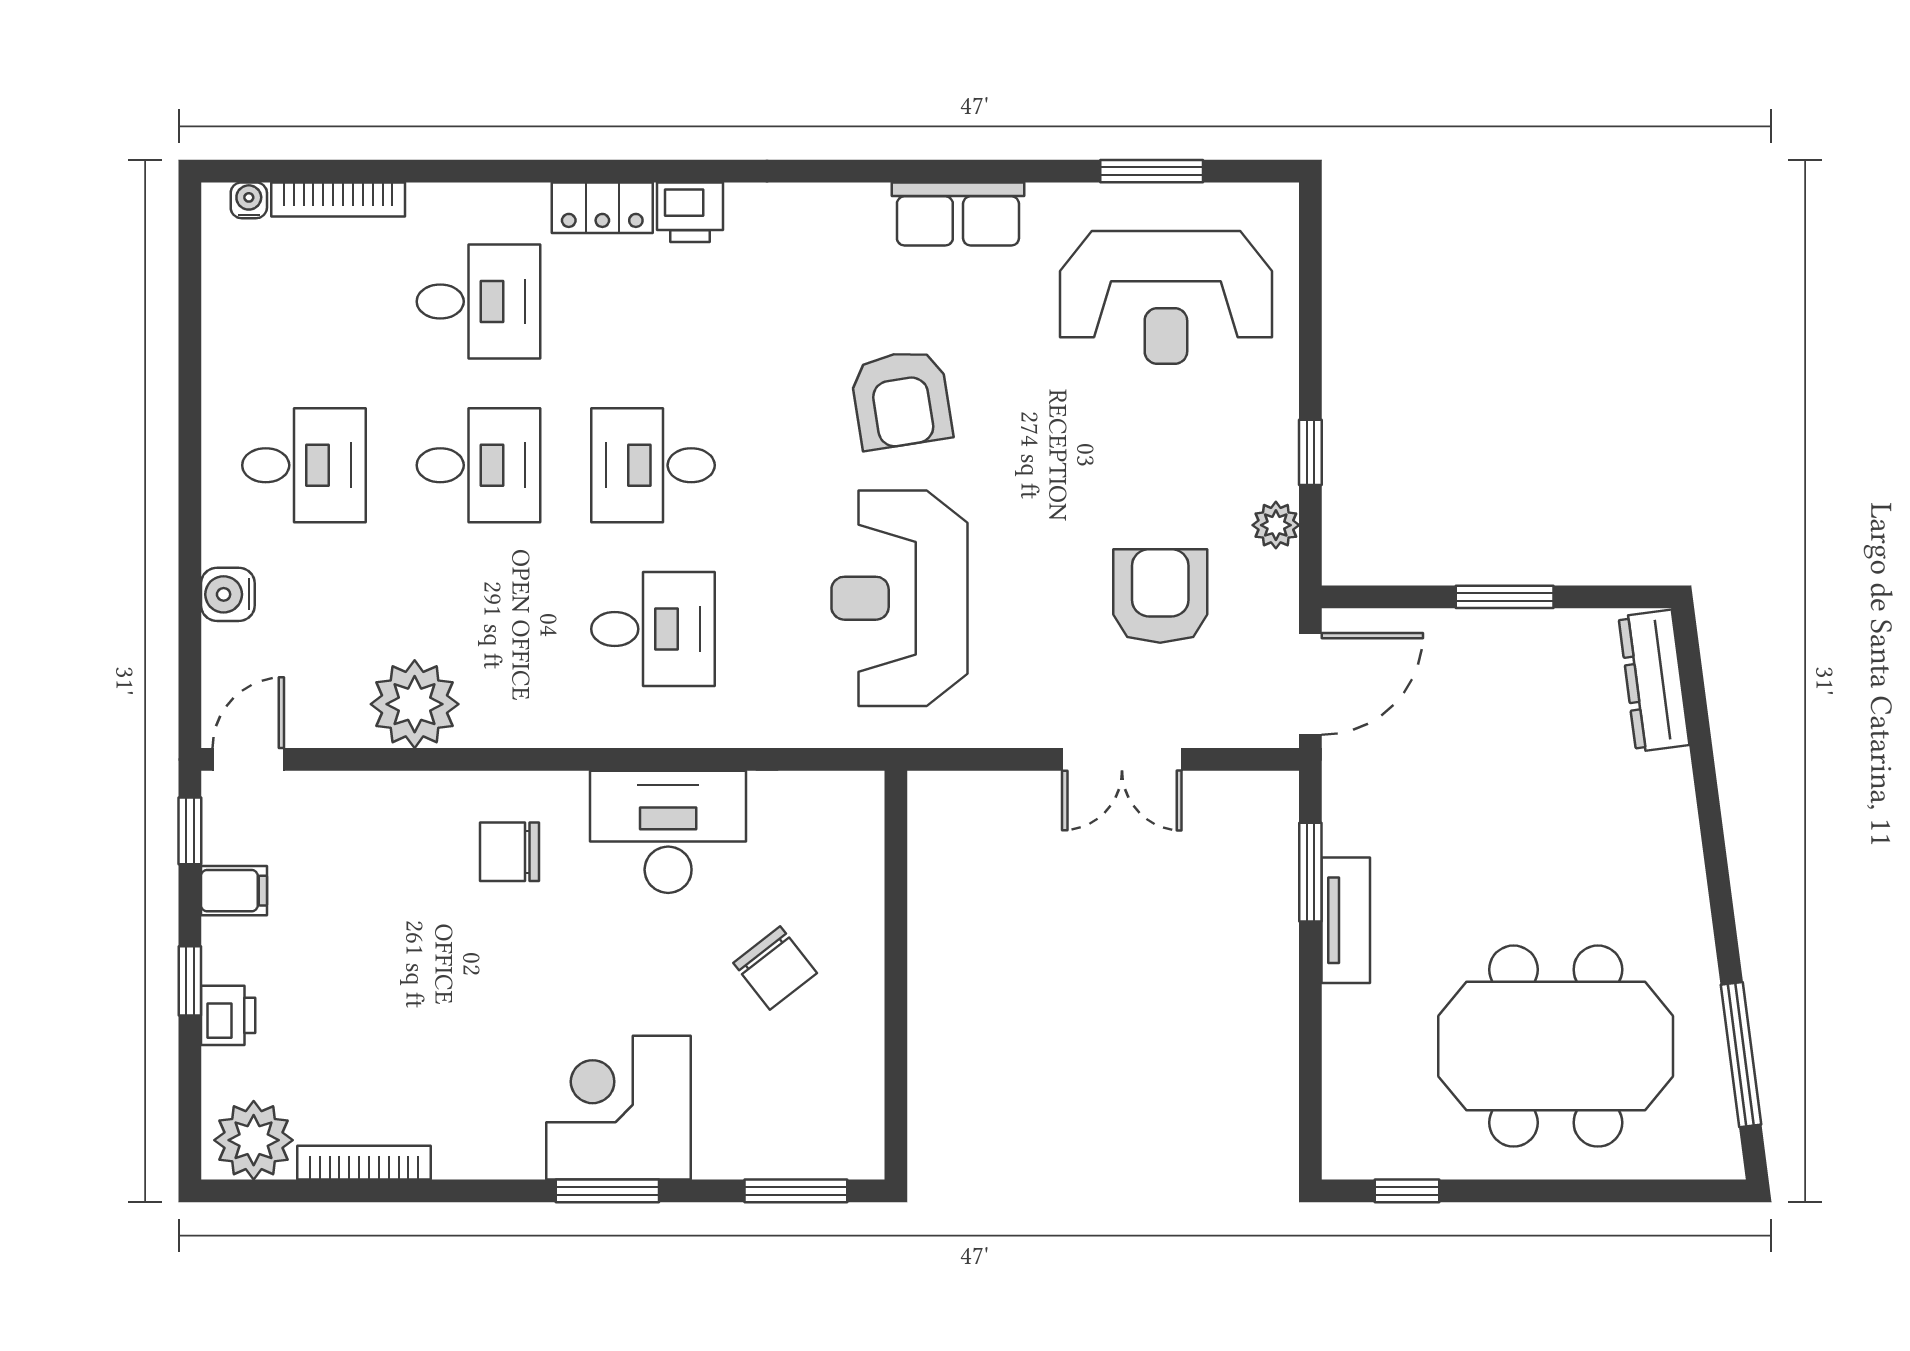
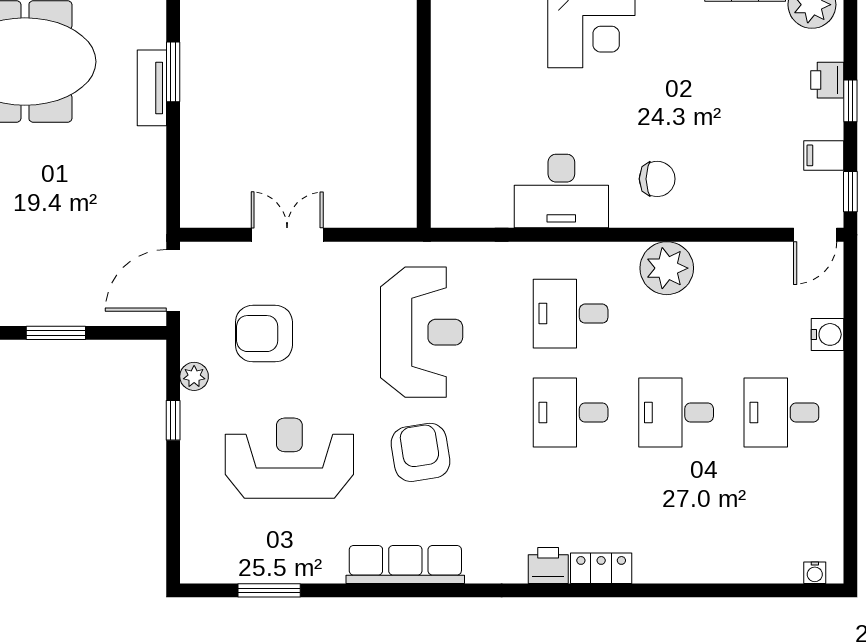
bookcase: (338, 199) -> (761, 573), removed
row of seats: (958, 214) -> (405, 564), width x1.48
reception desk: (1166, 297) -> (289, 458), moved
desk: (478, 302) -> (676, 511), removed
desk: (653, 465) -> (571, 413), turned 180
armchair: (1160, 596) -> (264, 334), turned 90
plant: (415, 704) -> (667, 268), moved
window: (1310, 872) -> (173, 72), moved
tv unit: (1346, 920) -> (152, 88), moved
chair: (775, 968) -> (497, 109), removed

